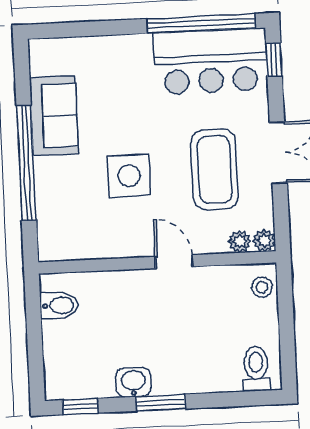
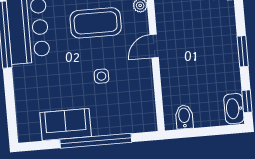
side table: (129, 176) -> (101, 76), width x0.54, depth x0.54
washbasin: (133, 382) -> (234, 109), moved, width x1.38

